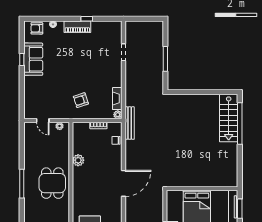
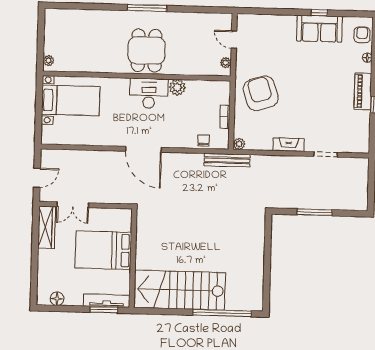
fireplace: (117, 99) -> (289, 145), moved
armchair: (81, 100) -> (261, 93), width x1.88, depth x1.88
stairs: (229, 118) -> (180, 290), moved, width x1.36, depth x1.51
door: (43, 120) -> (234, 40), hinge flipped
desk: (83, 181) -> (149, 93), added
dining table: (52, 183) -> (147, 50), turned 90

